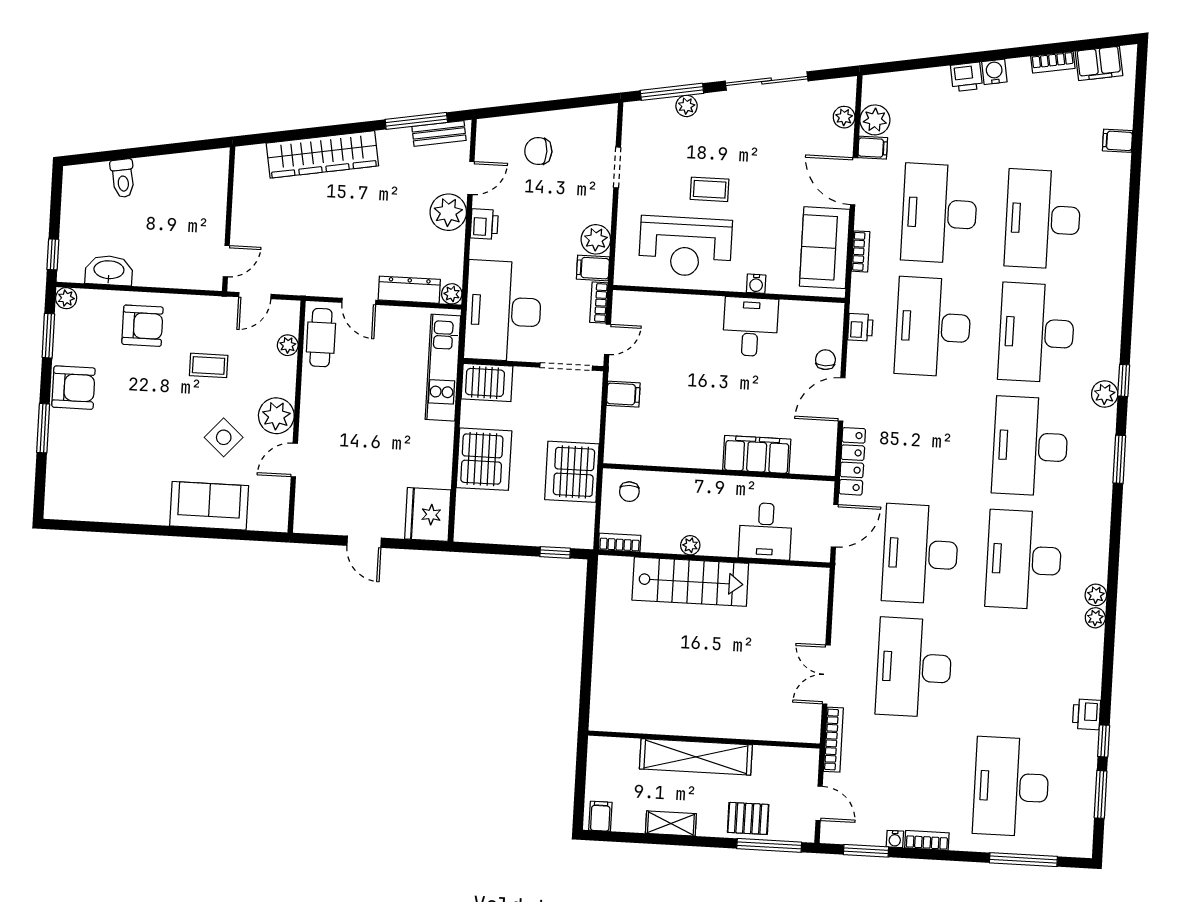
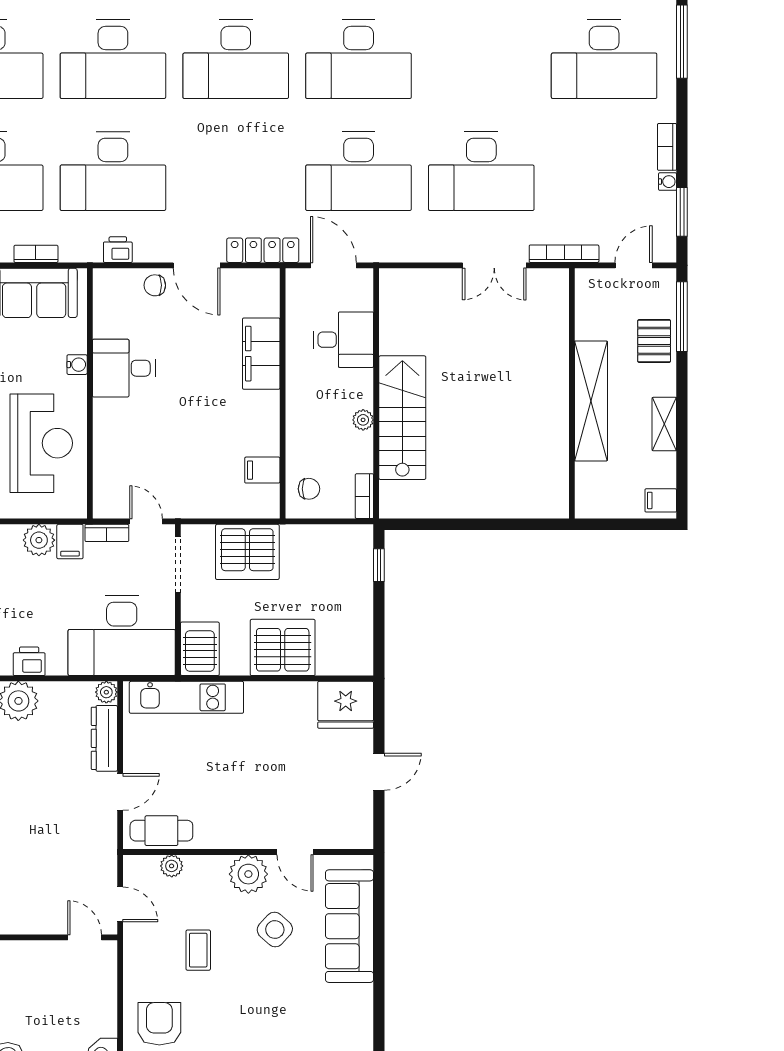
filing cabinet: (623, 394) -> (262, 470), moved, turned -90
server rack: (572, 472) -> (247, 552), moved
sofa: (209, 506) -> (349, 926), width x1.36

